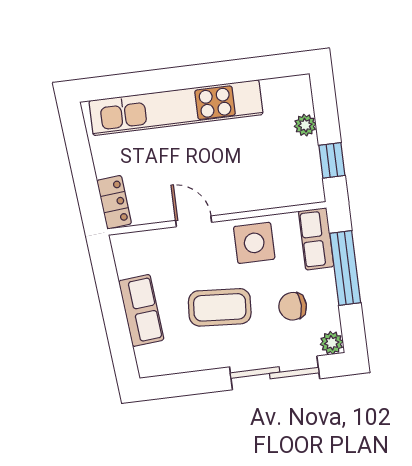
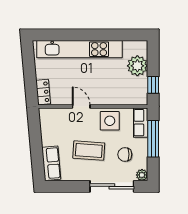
plant: (305, 125) -> (137, 66), width x1.87, depth x1.87
row of seats: (141, 310) -> (51, 163), moved

